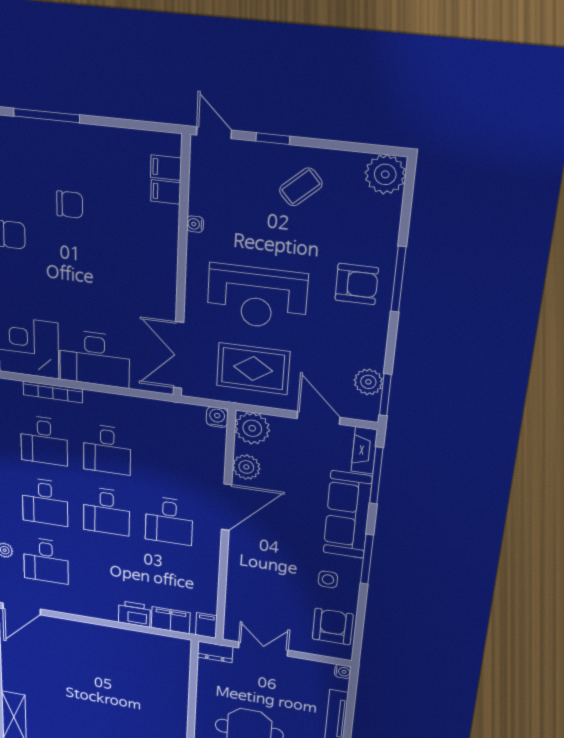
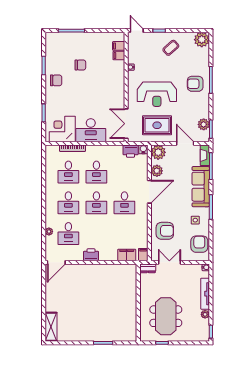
armchair: (357, 284) -> (195, 84), turned 180
printer: (187, 417) -> (131, 151), added
armchair: (257, 589) -> (165, 231), added
printer: (134, 614) -> (91, 255), moved

